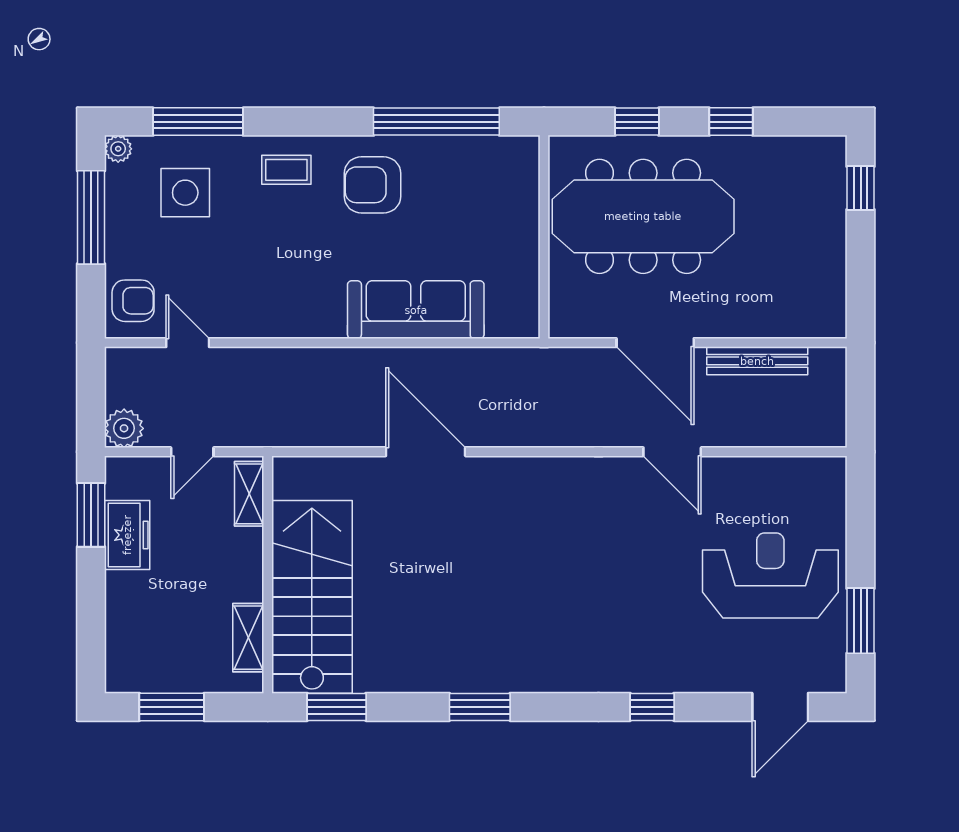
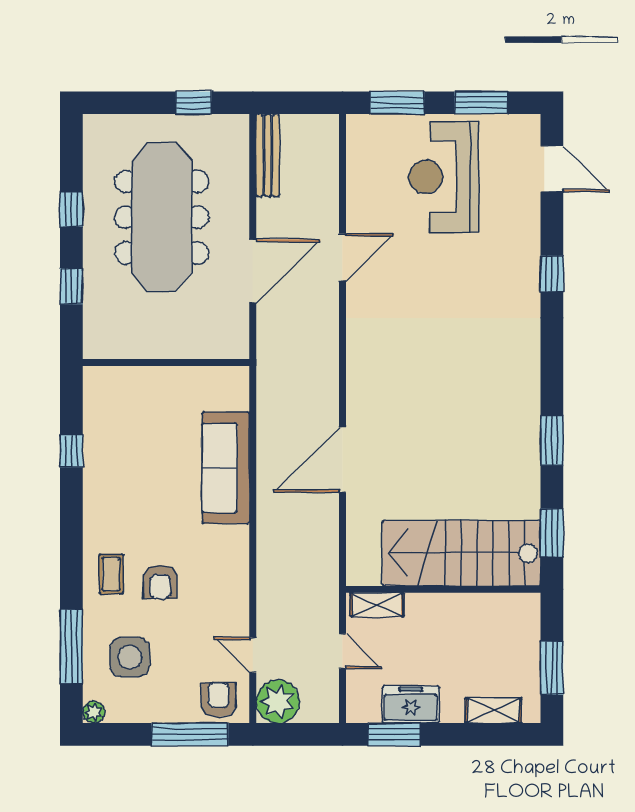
window: (436, 122) -> (71, 451), width x0.32
armchair: (372, 185) -> (160, 582), moved, width x0.72, depth x0.72
window: (861, 188) -> (194, 103), moved
meeting table: (643, 216) -> (162, 217), moved
window: (91, 217) -> (190, 734), moved
door: (188, 343) -> (253, 655), hinge flipped
bench: (757, 361) -> (268, 155), moved
plant: (124, 428) -> (278, 702), moved, width x1.36, depth x1.36
window: (861, 519) -> (397, 103), added
shelving: (248, 638) -> (493, 711), moved
window: (480, 707) -> (552, 440), moved

